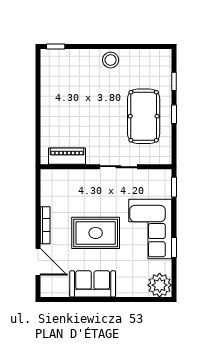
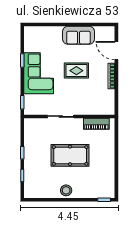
pool table: (144, 116) -> (70, 155), moved, turned 90
rug: (96, 233) -> (76, 71), width x0.73, depth x0.70
plant: (160, 285) -> (32, 34), removed

